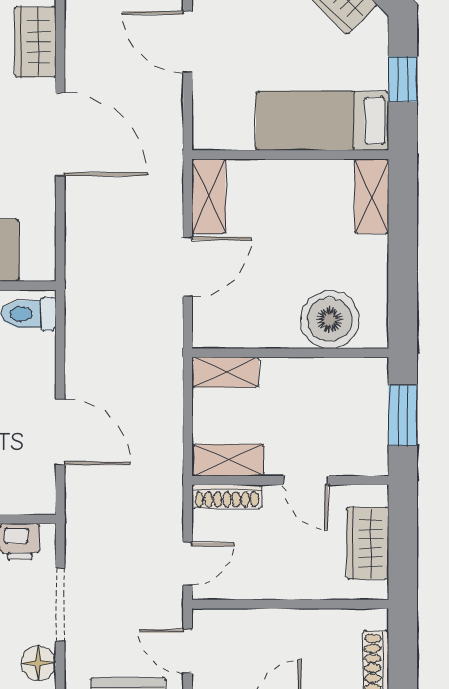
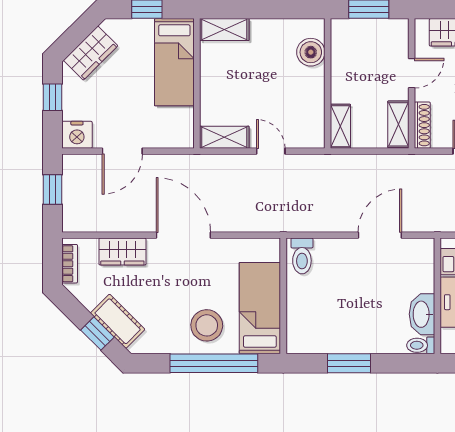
door: (60, 134) -> (183, 235), hinge flipped
door: (188, 267) -> (271, 151), width x0.73
boiler: (330, 320) -> (311, 52), width x0.73, depth x0.73

